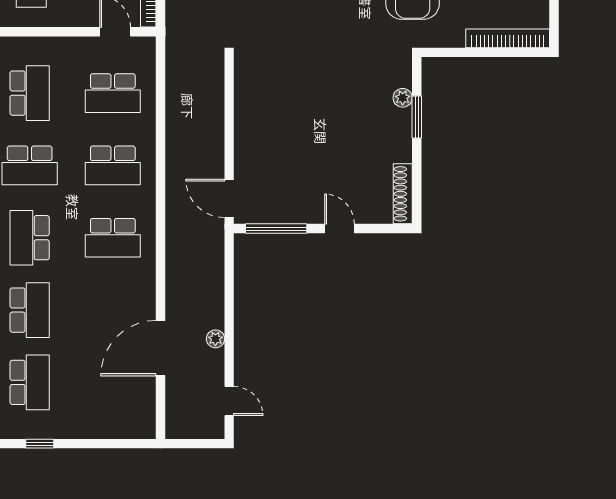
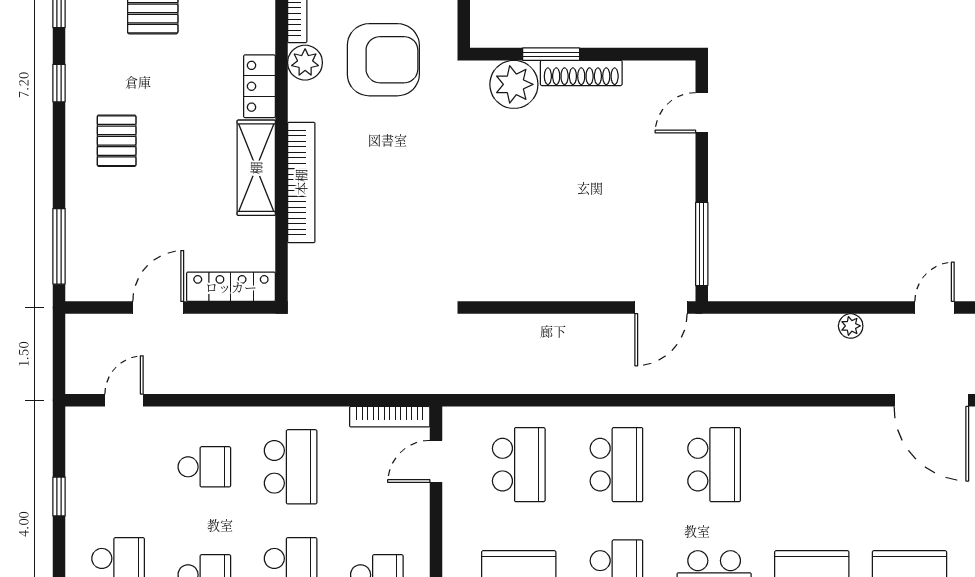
plant: (403, 98) -> (514, 84), width x1.88, depth x1.88
shoe rack: (403, 194) -> (581, 73), moved
door: (339, 229) -> (702, 113), moved
door: (160, 348) -> (931, 400), moved

